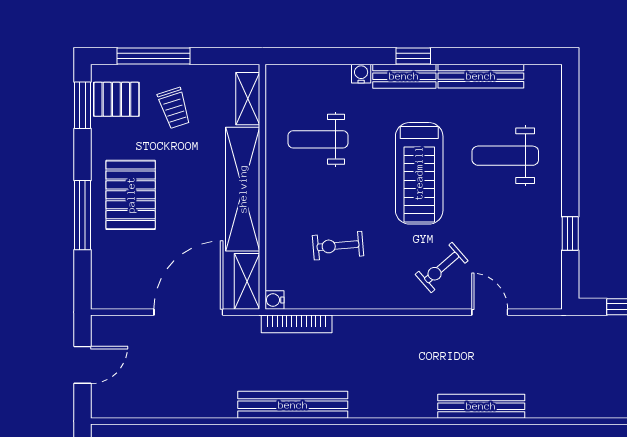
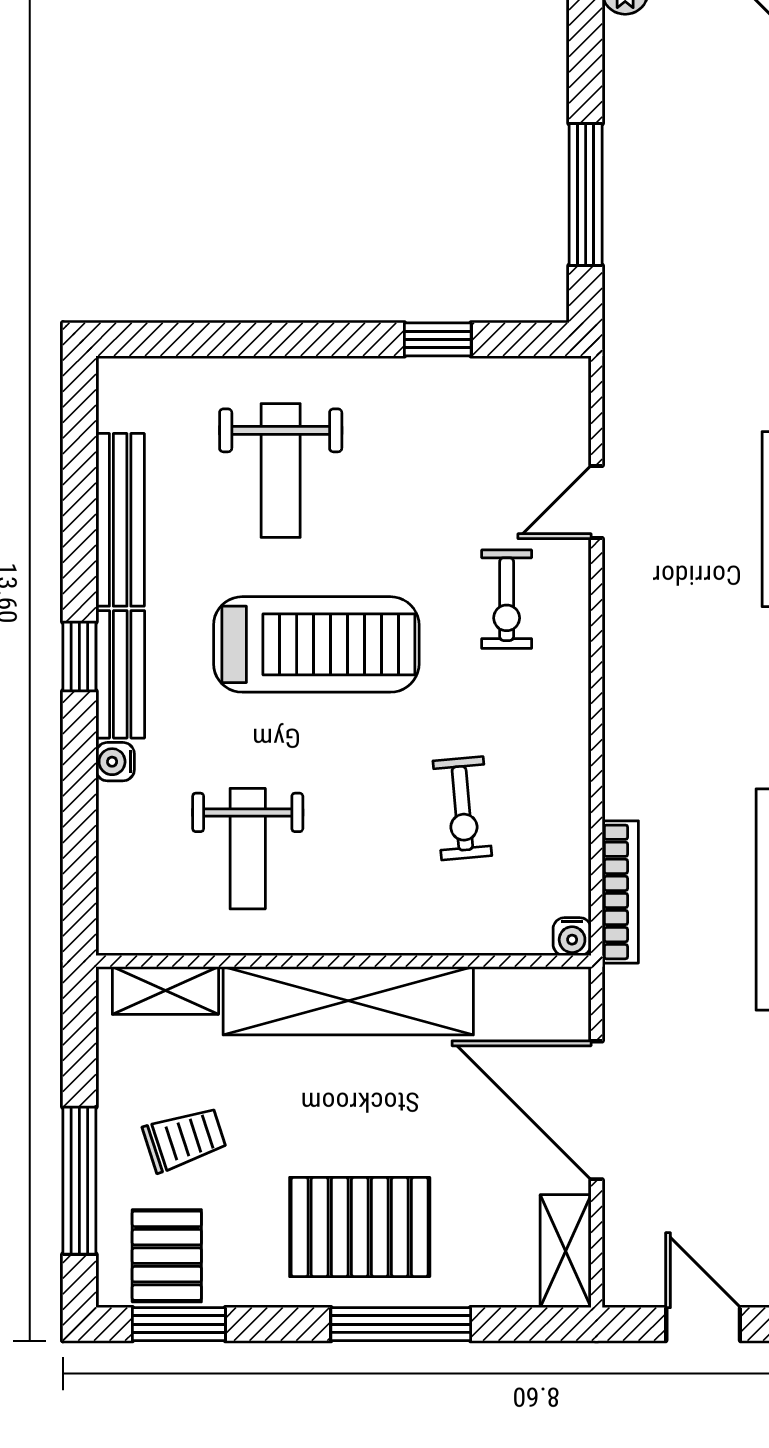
exercise bike: (442, 268) -> (507, 599), turned 41
shelving: (247, 281) -> (566, 1251), moved, turned 90

